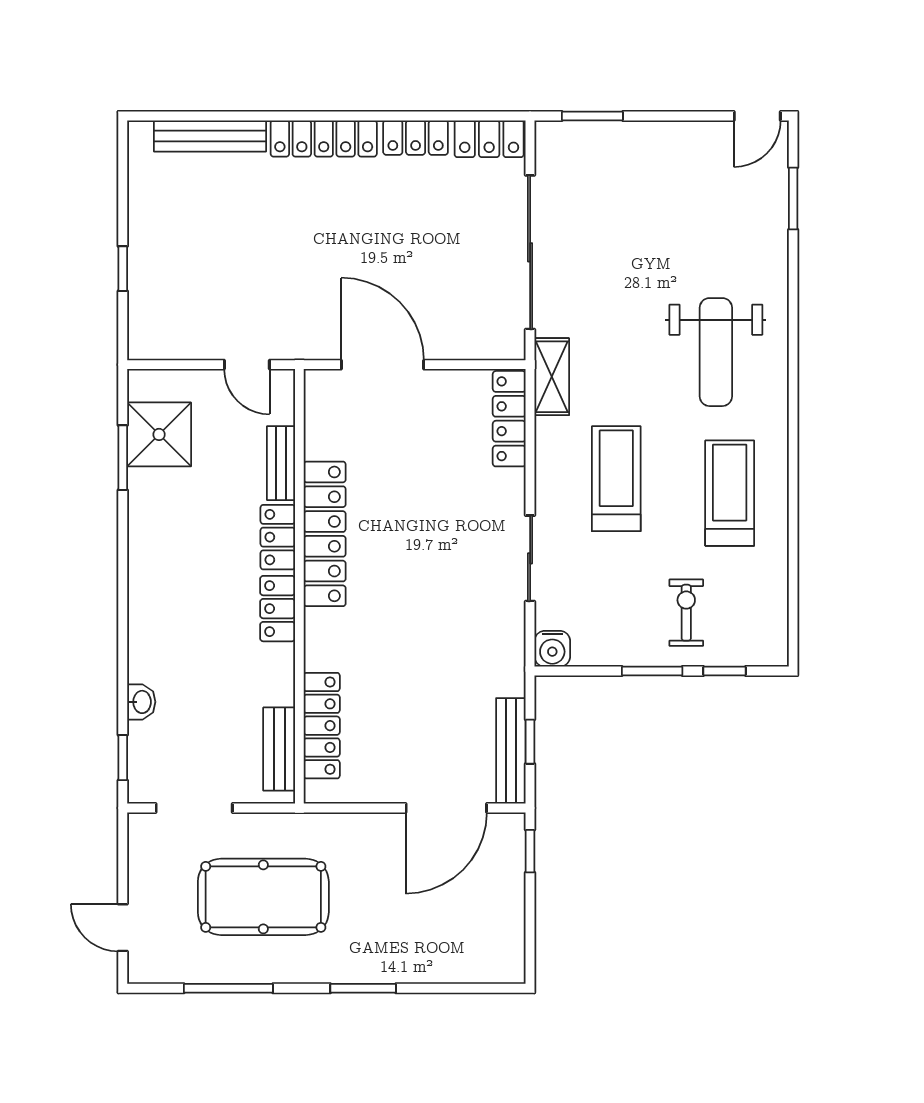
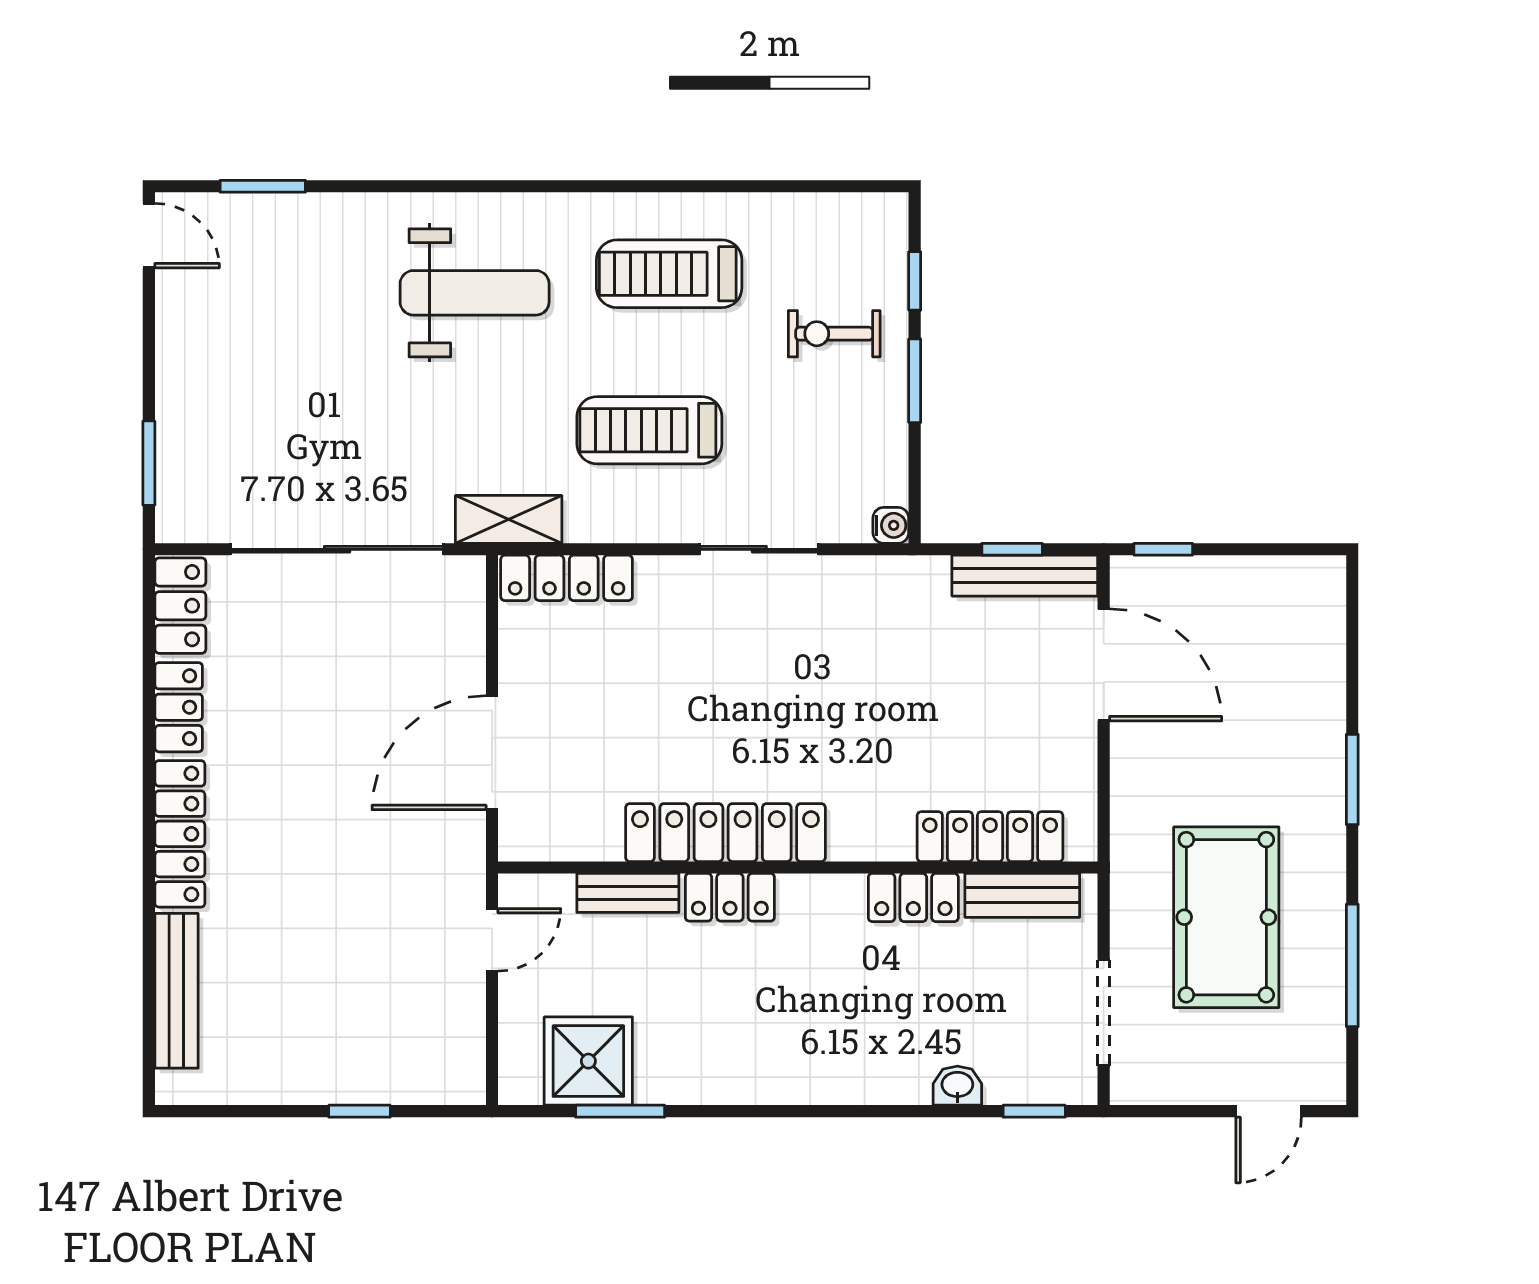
locker: (278, 609) -> (913, 898), moved
water cooler: (552, 649) -> (891, 525), width x0.72, depth x0.72

